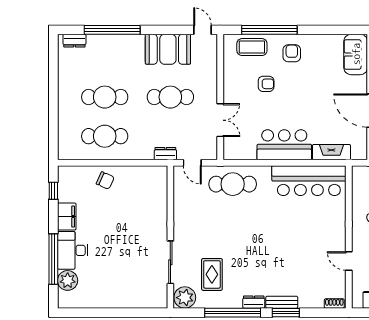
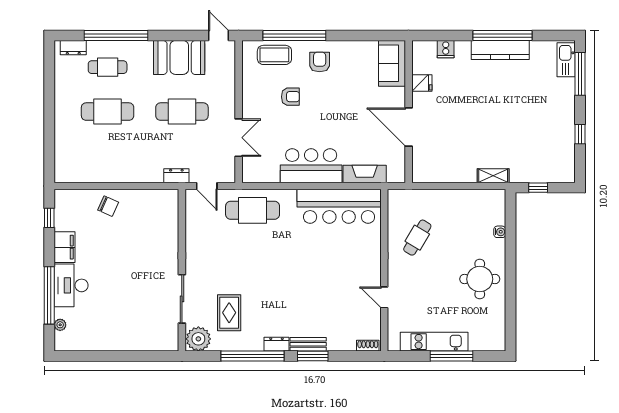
cafe table: (105, 136) -> (108, 67), moved, width x0.73, depth x0.74
plant: (68, 280) -> (60, 325), width x0.53, depth x0.53

